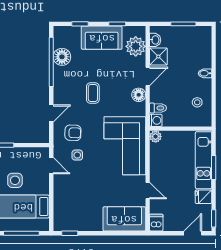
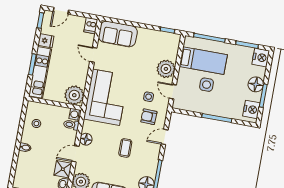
plant: (156, 136) -> (74, 95), width x1.88, depth x1.88
plant: (64, 190) -> (166, 69), added

